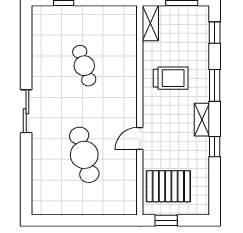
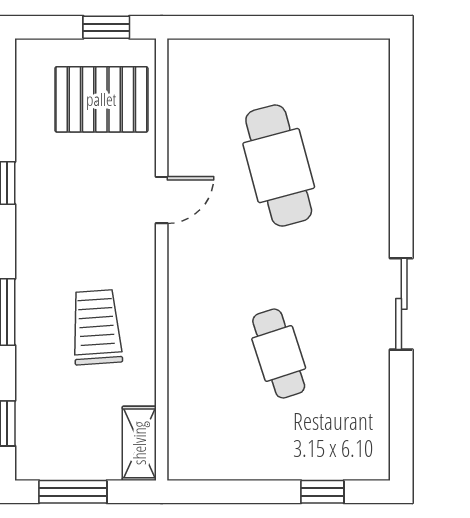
trolley: (171, 78) -> (97, 327), turned 86
sliding door: (26, 111) -> (401, 304), moved
shelving: (202, 120) -> (31, 240), removed

